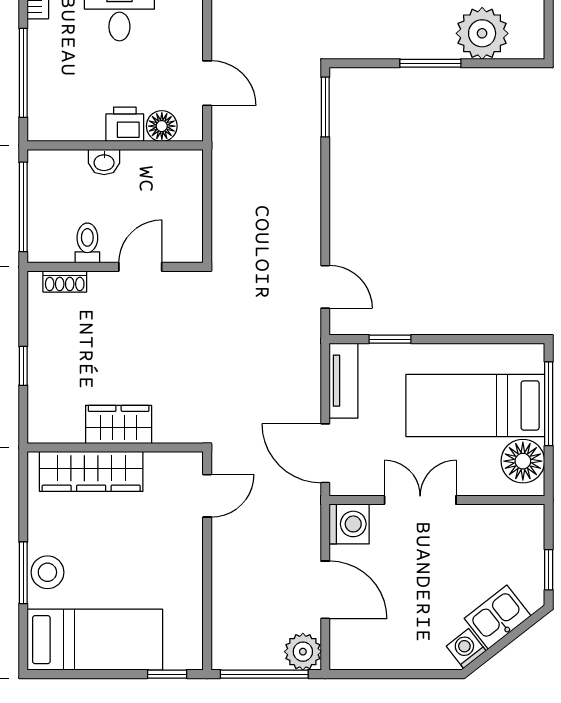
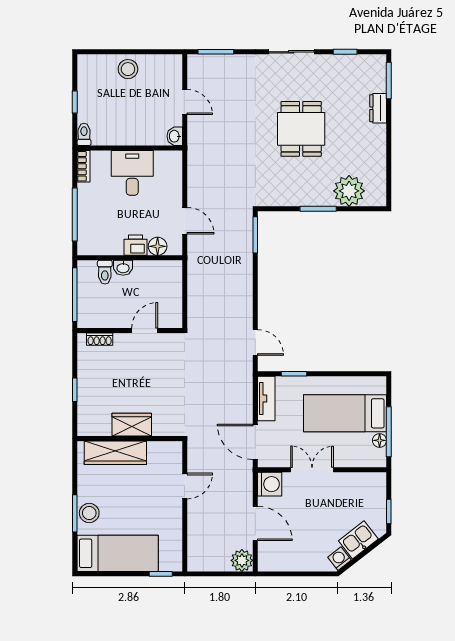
toilet: (87, 243) -> (105, 272), moved, turned 180
window: (549, 404) -> (389, 432), moved
floor lamp: (523, 461) -> (380, 440), width x0.53, depth x0.53
door: (207, 496) -> (185, 486), moved
window: (264, 674) -> (219, 574), removed

